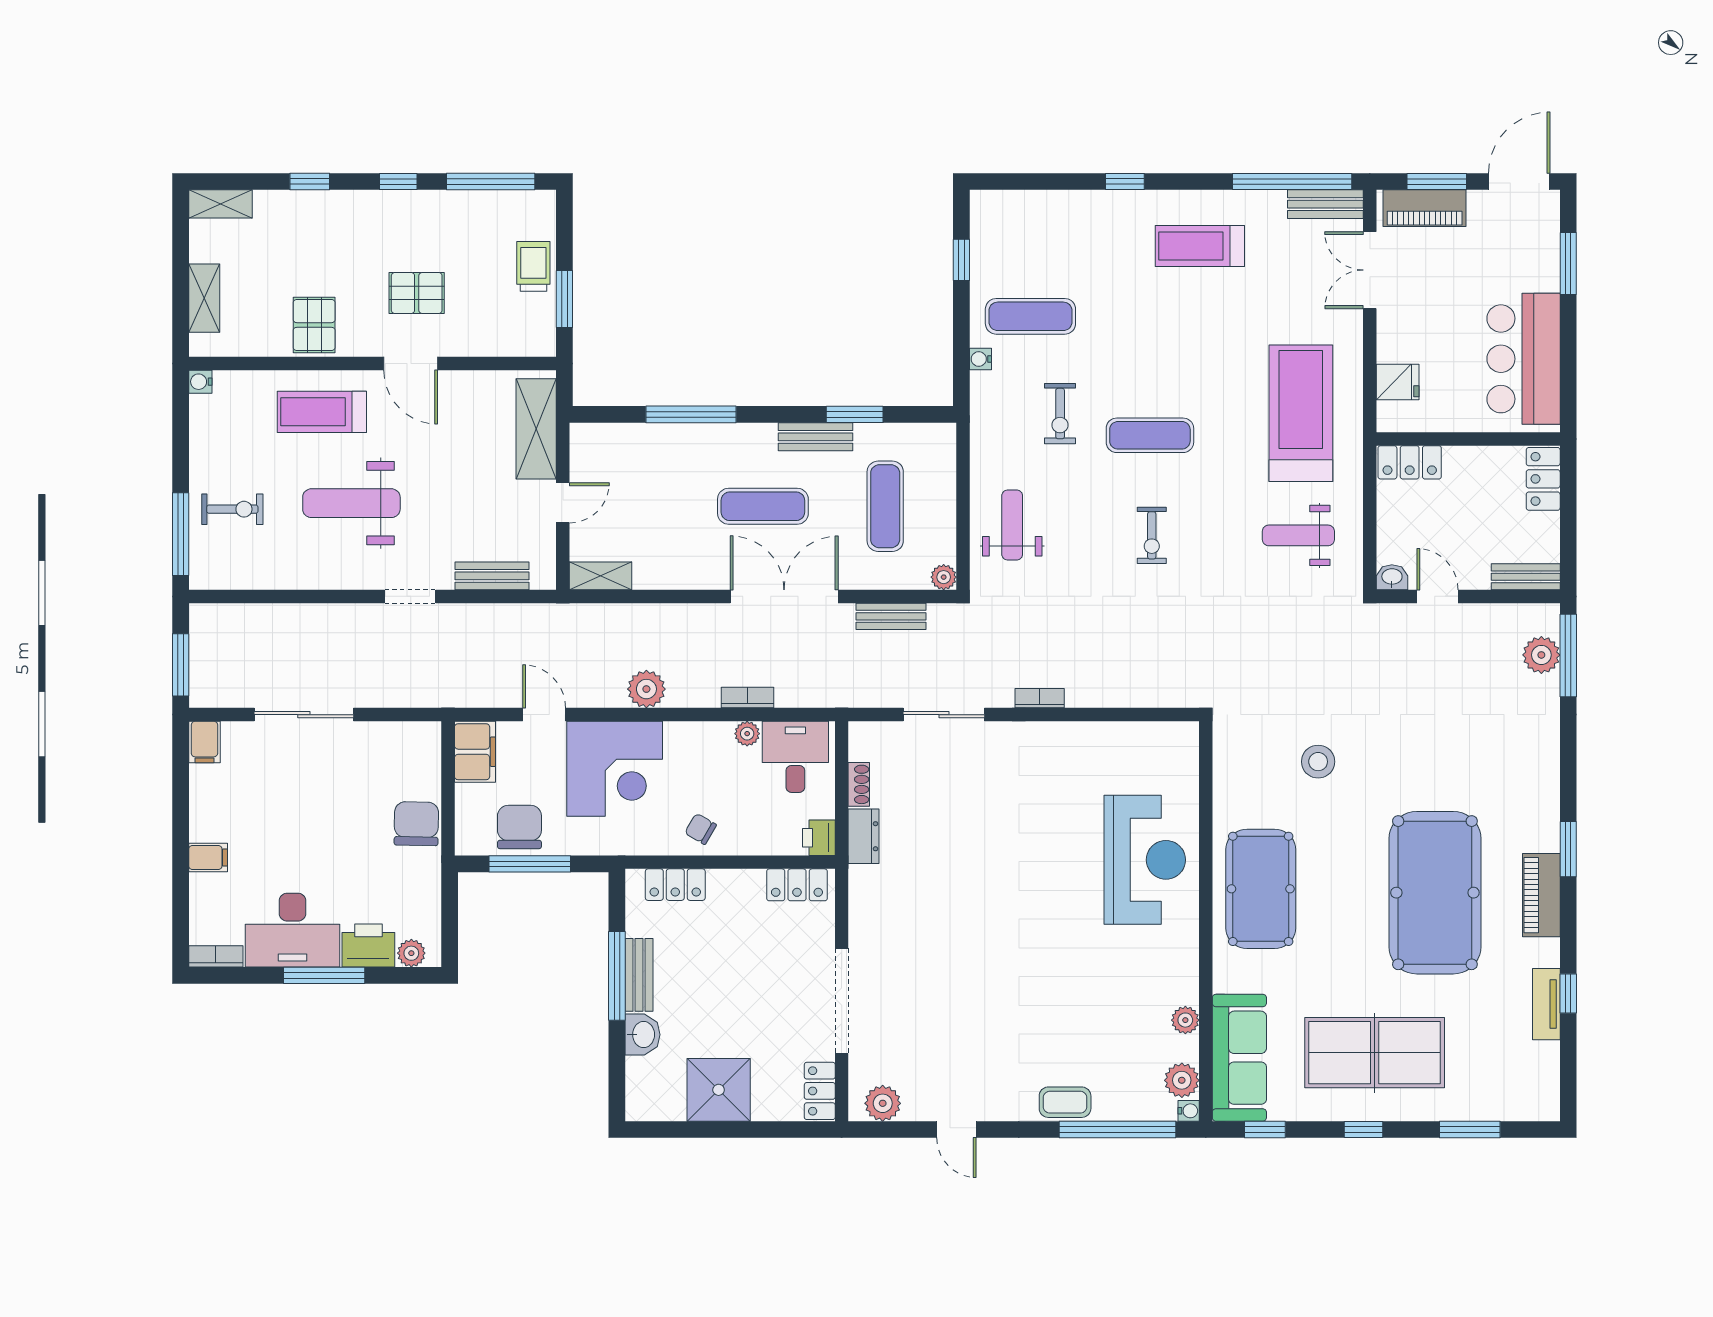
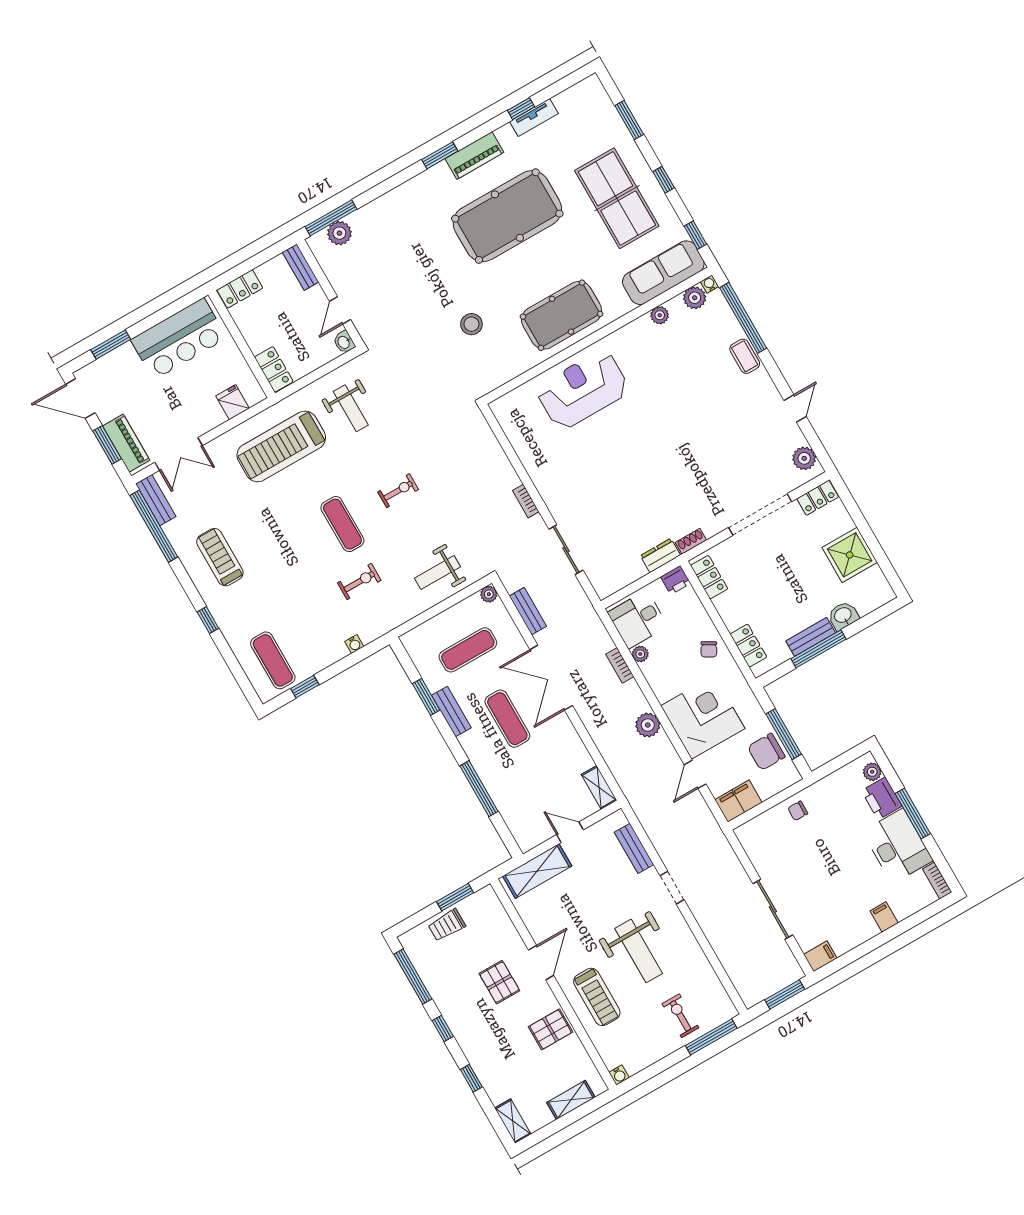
treadmill: (1200, 246) -> (220, 557), turned 180
exercise mat: (1030, 316) -> (273, 660), moved
shoe rack: (859, 784) -> (691, 541), moved
chair: (416, 824) -> (798, 811), width x0.54, depth x0.54

